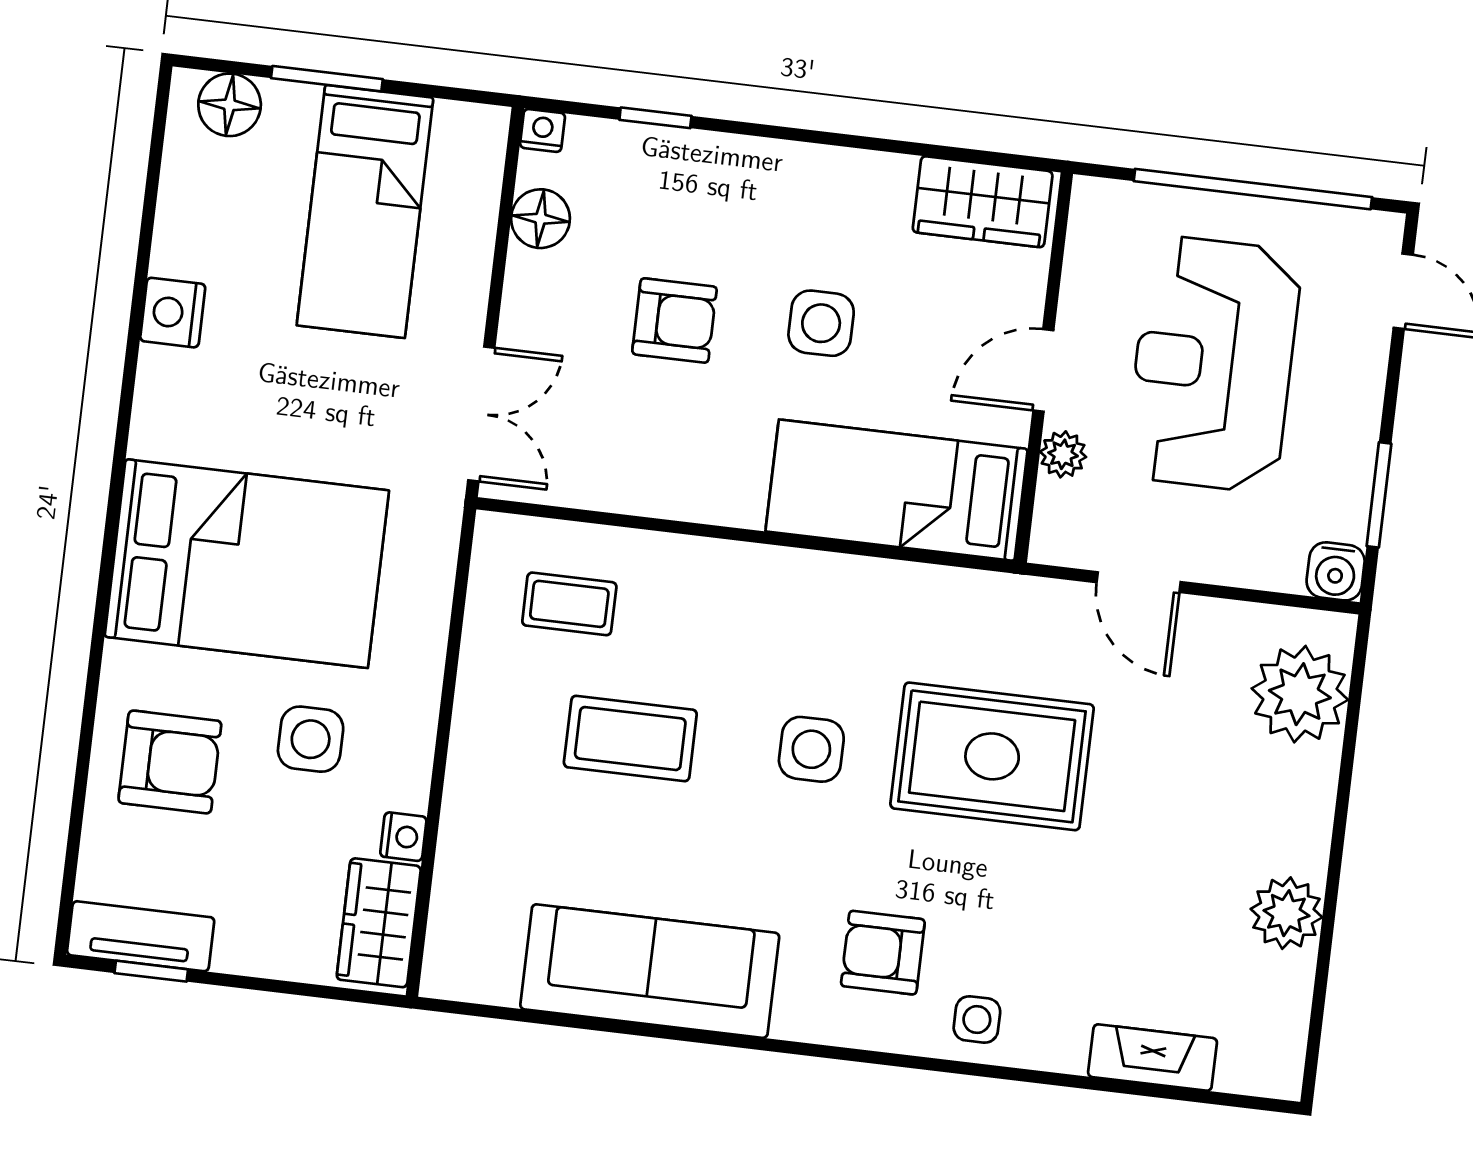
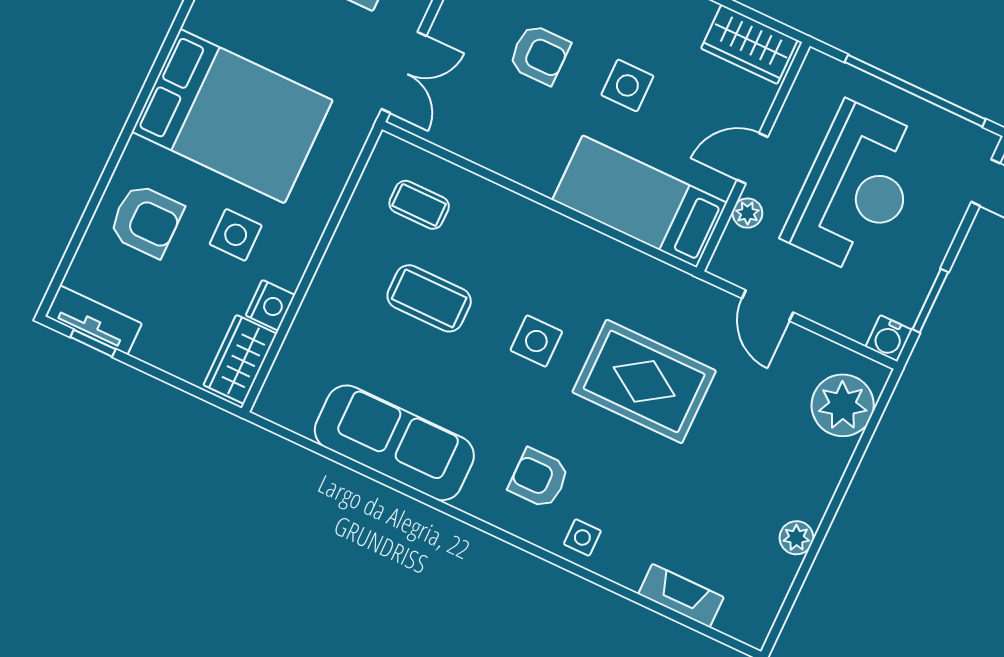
reception desk: (1213, 364) -> (856, 189), turned 180
nightstand: (403, 837) -> (270, 305), width x1.39, depth x1.35
plant: (1286, 913) -> (796, 538), width x0.73, depth x0.73

